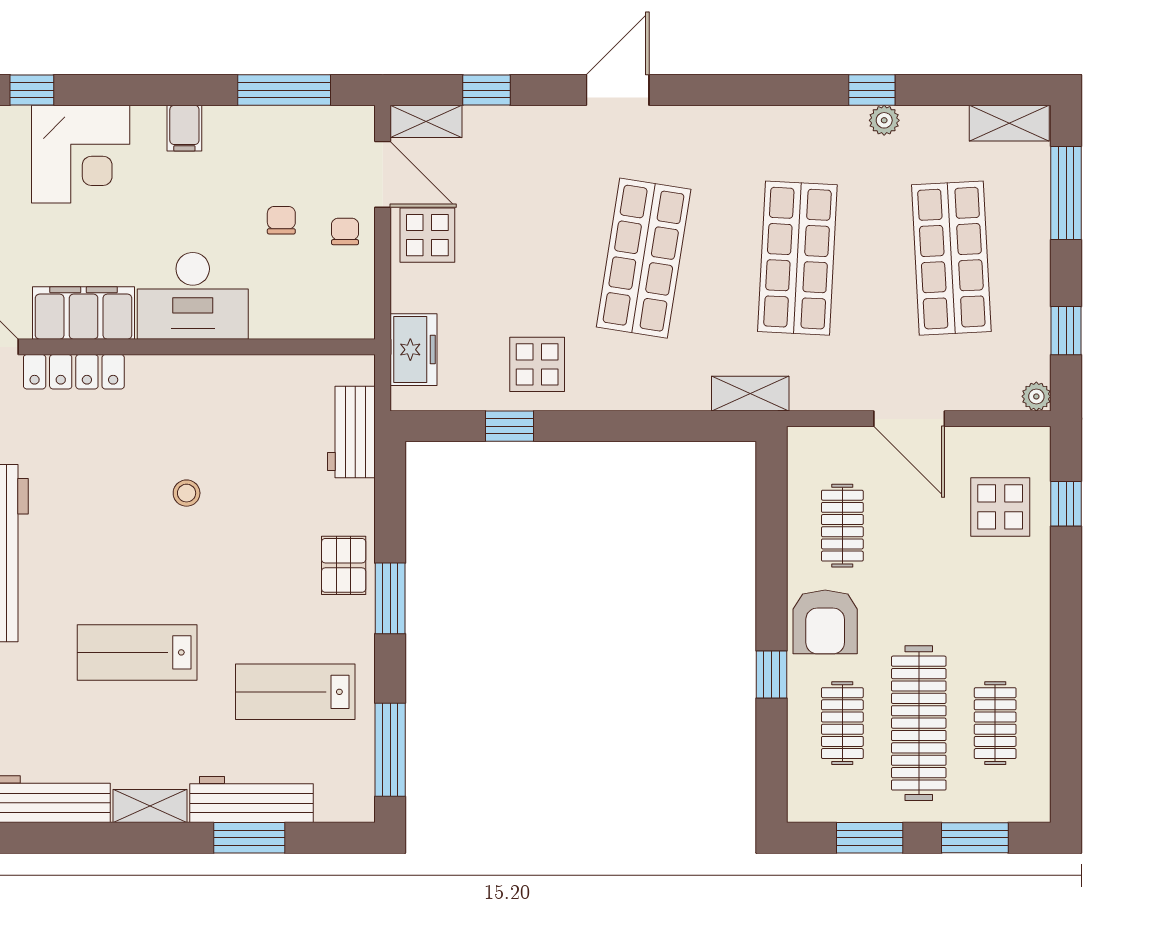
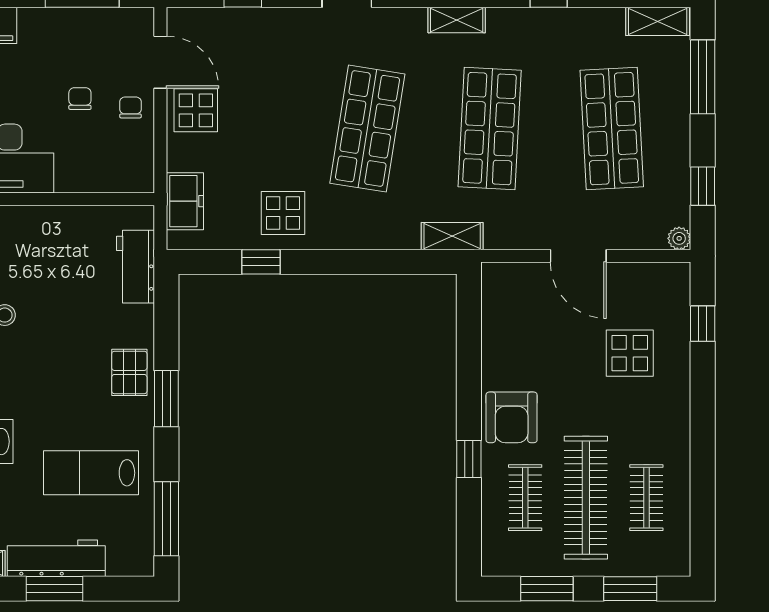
plant: (884, 120) -> (558, 19), removed
shelving: (426, 121) -> (457, 20), moved
display table: (1000, 507) -> (630, 353), moved
clothes rail: (842, 526) -> (525, 341), removed

